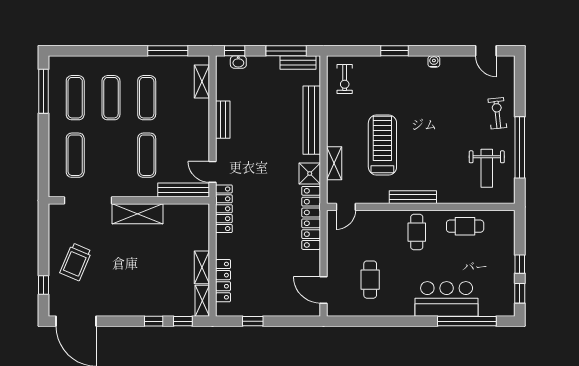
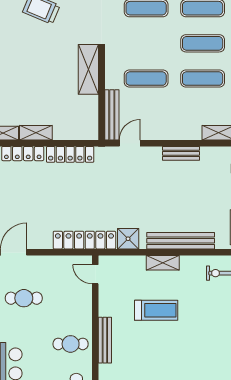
treadmill: (382, 145) -> (156, 310), width x0.73, depth x0.73
shelving: (334, 163) -> (163, 263), moved
locker: (224, 209) -> (70, 154), moved

